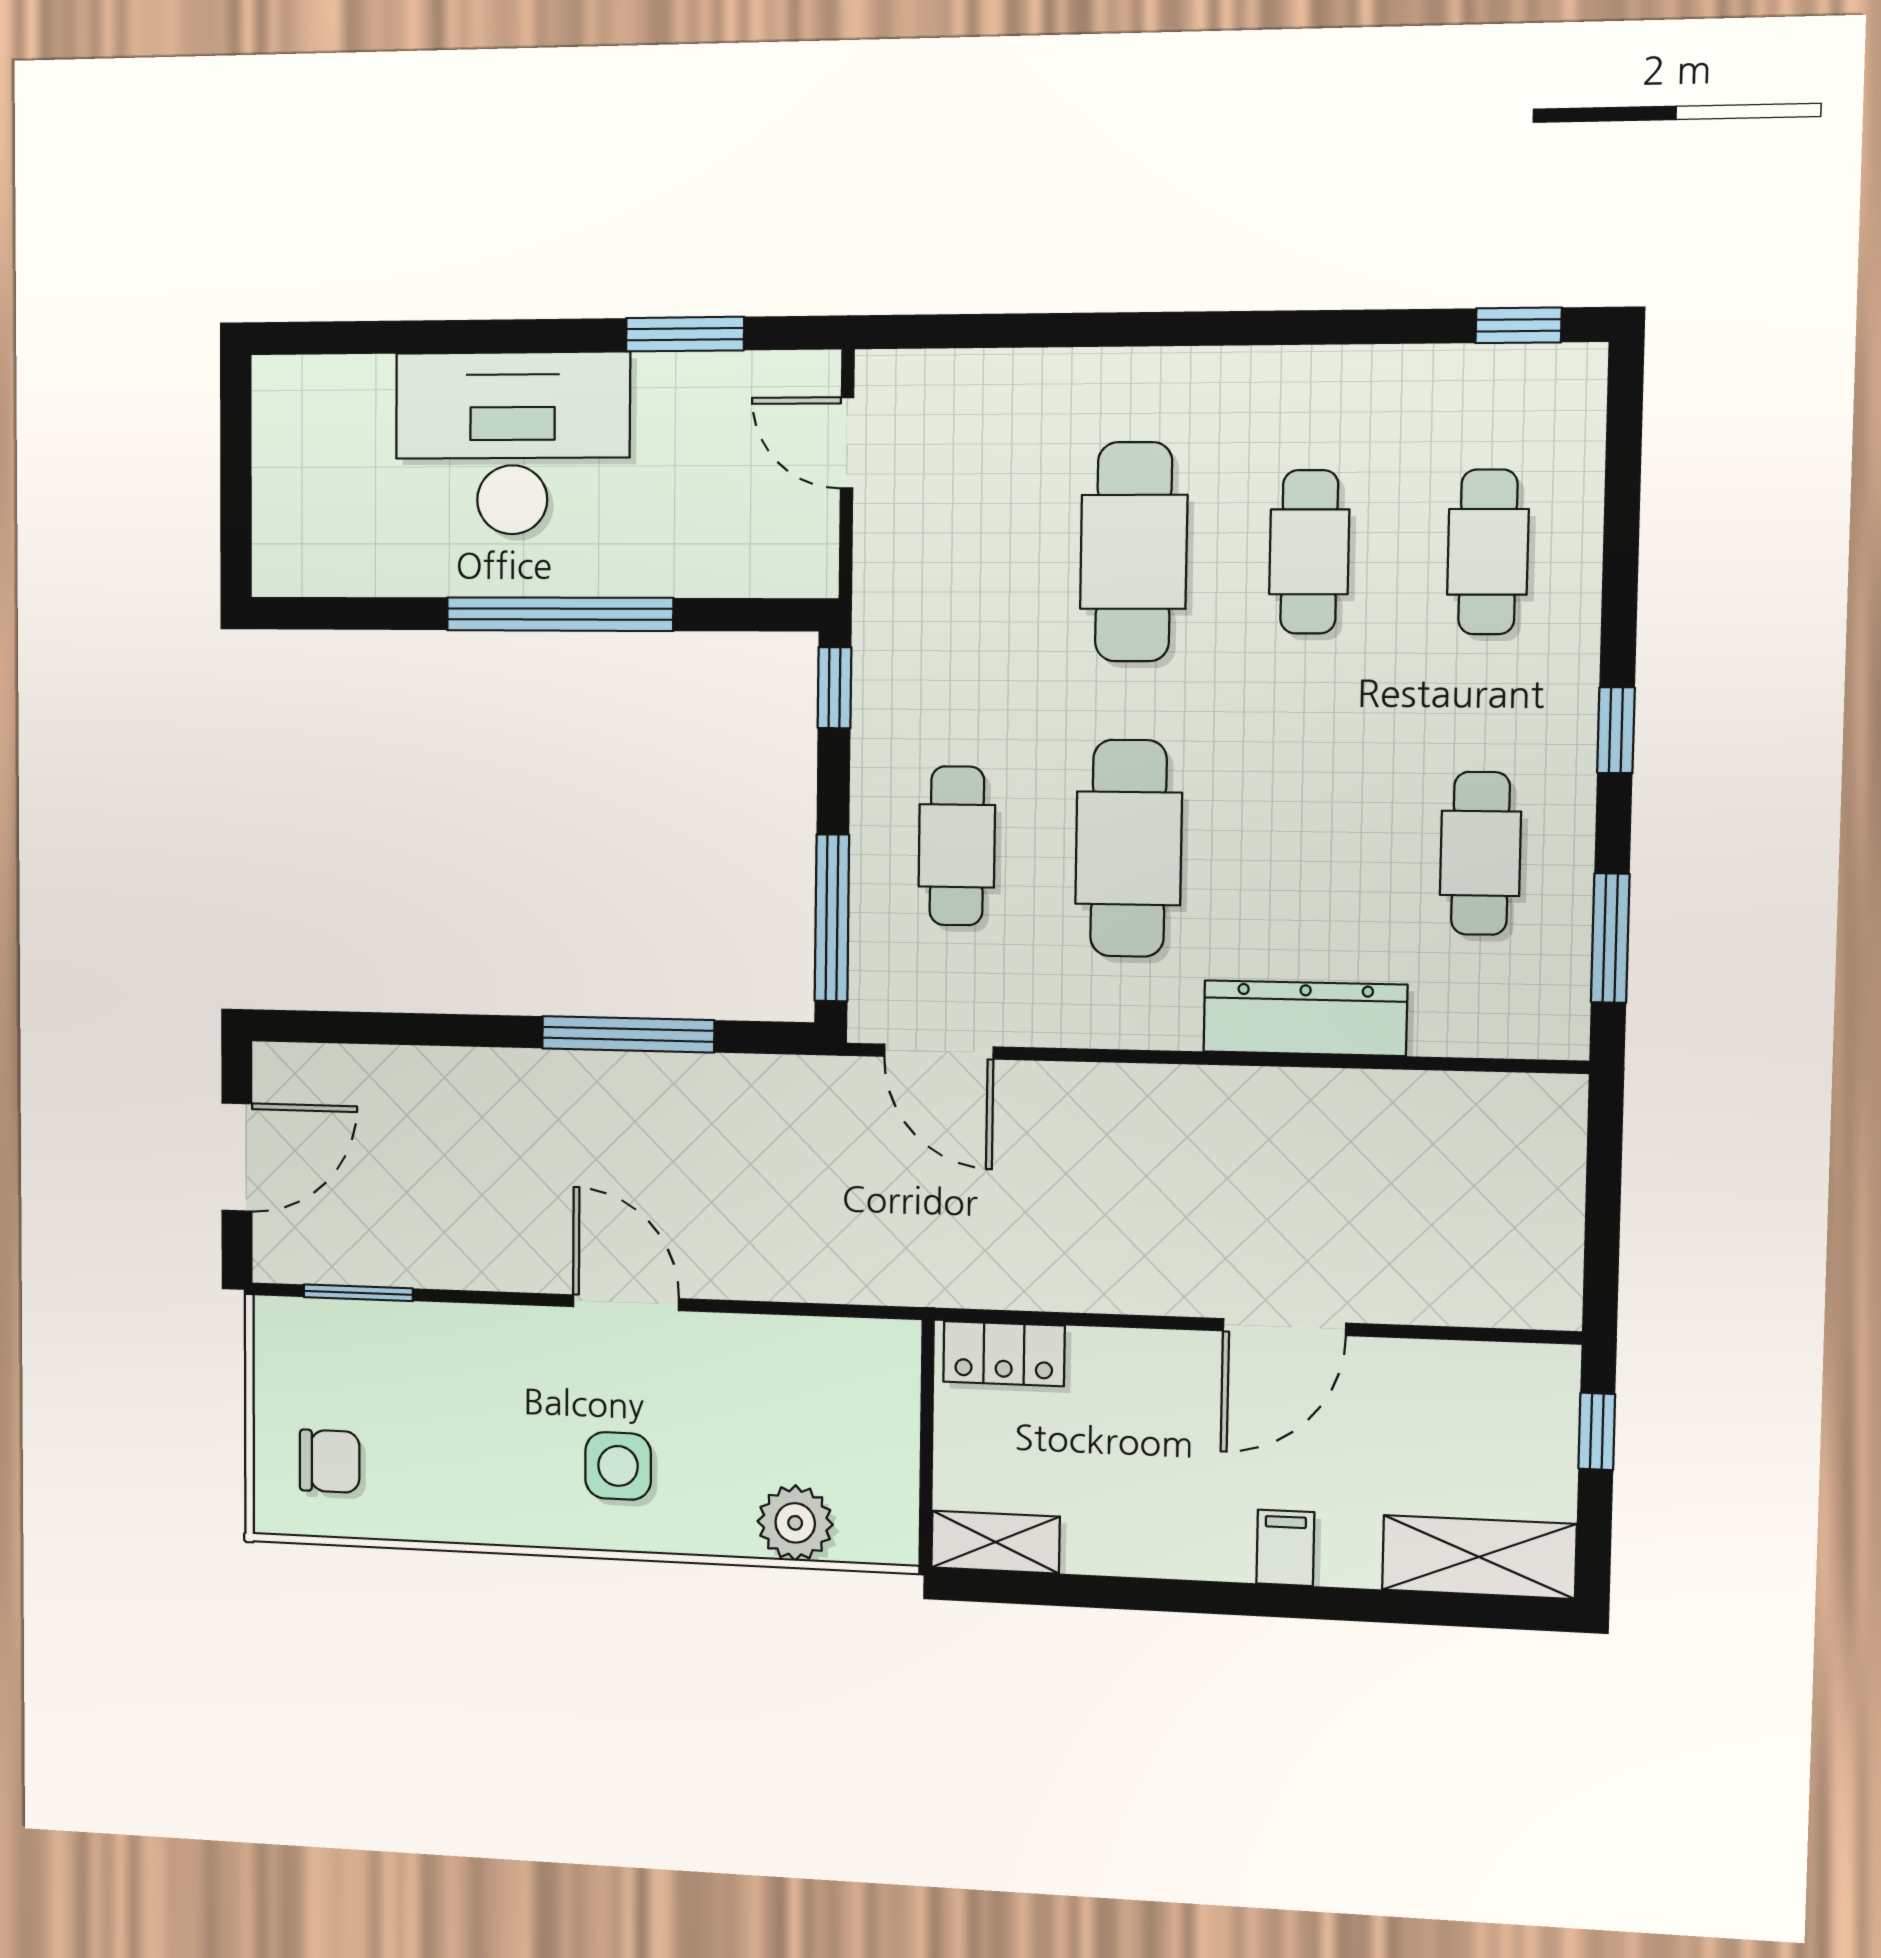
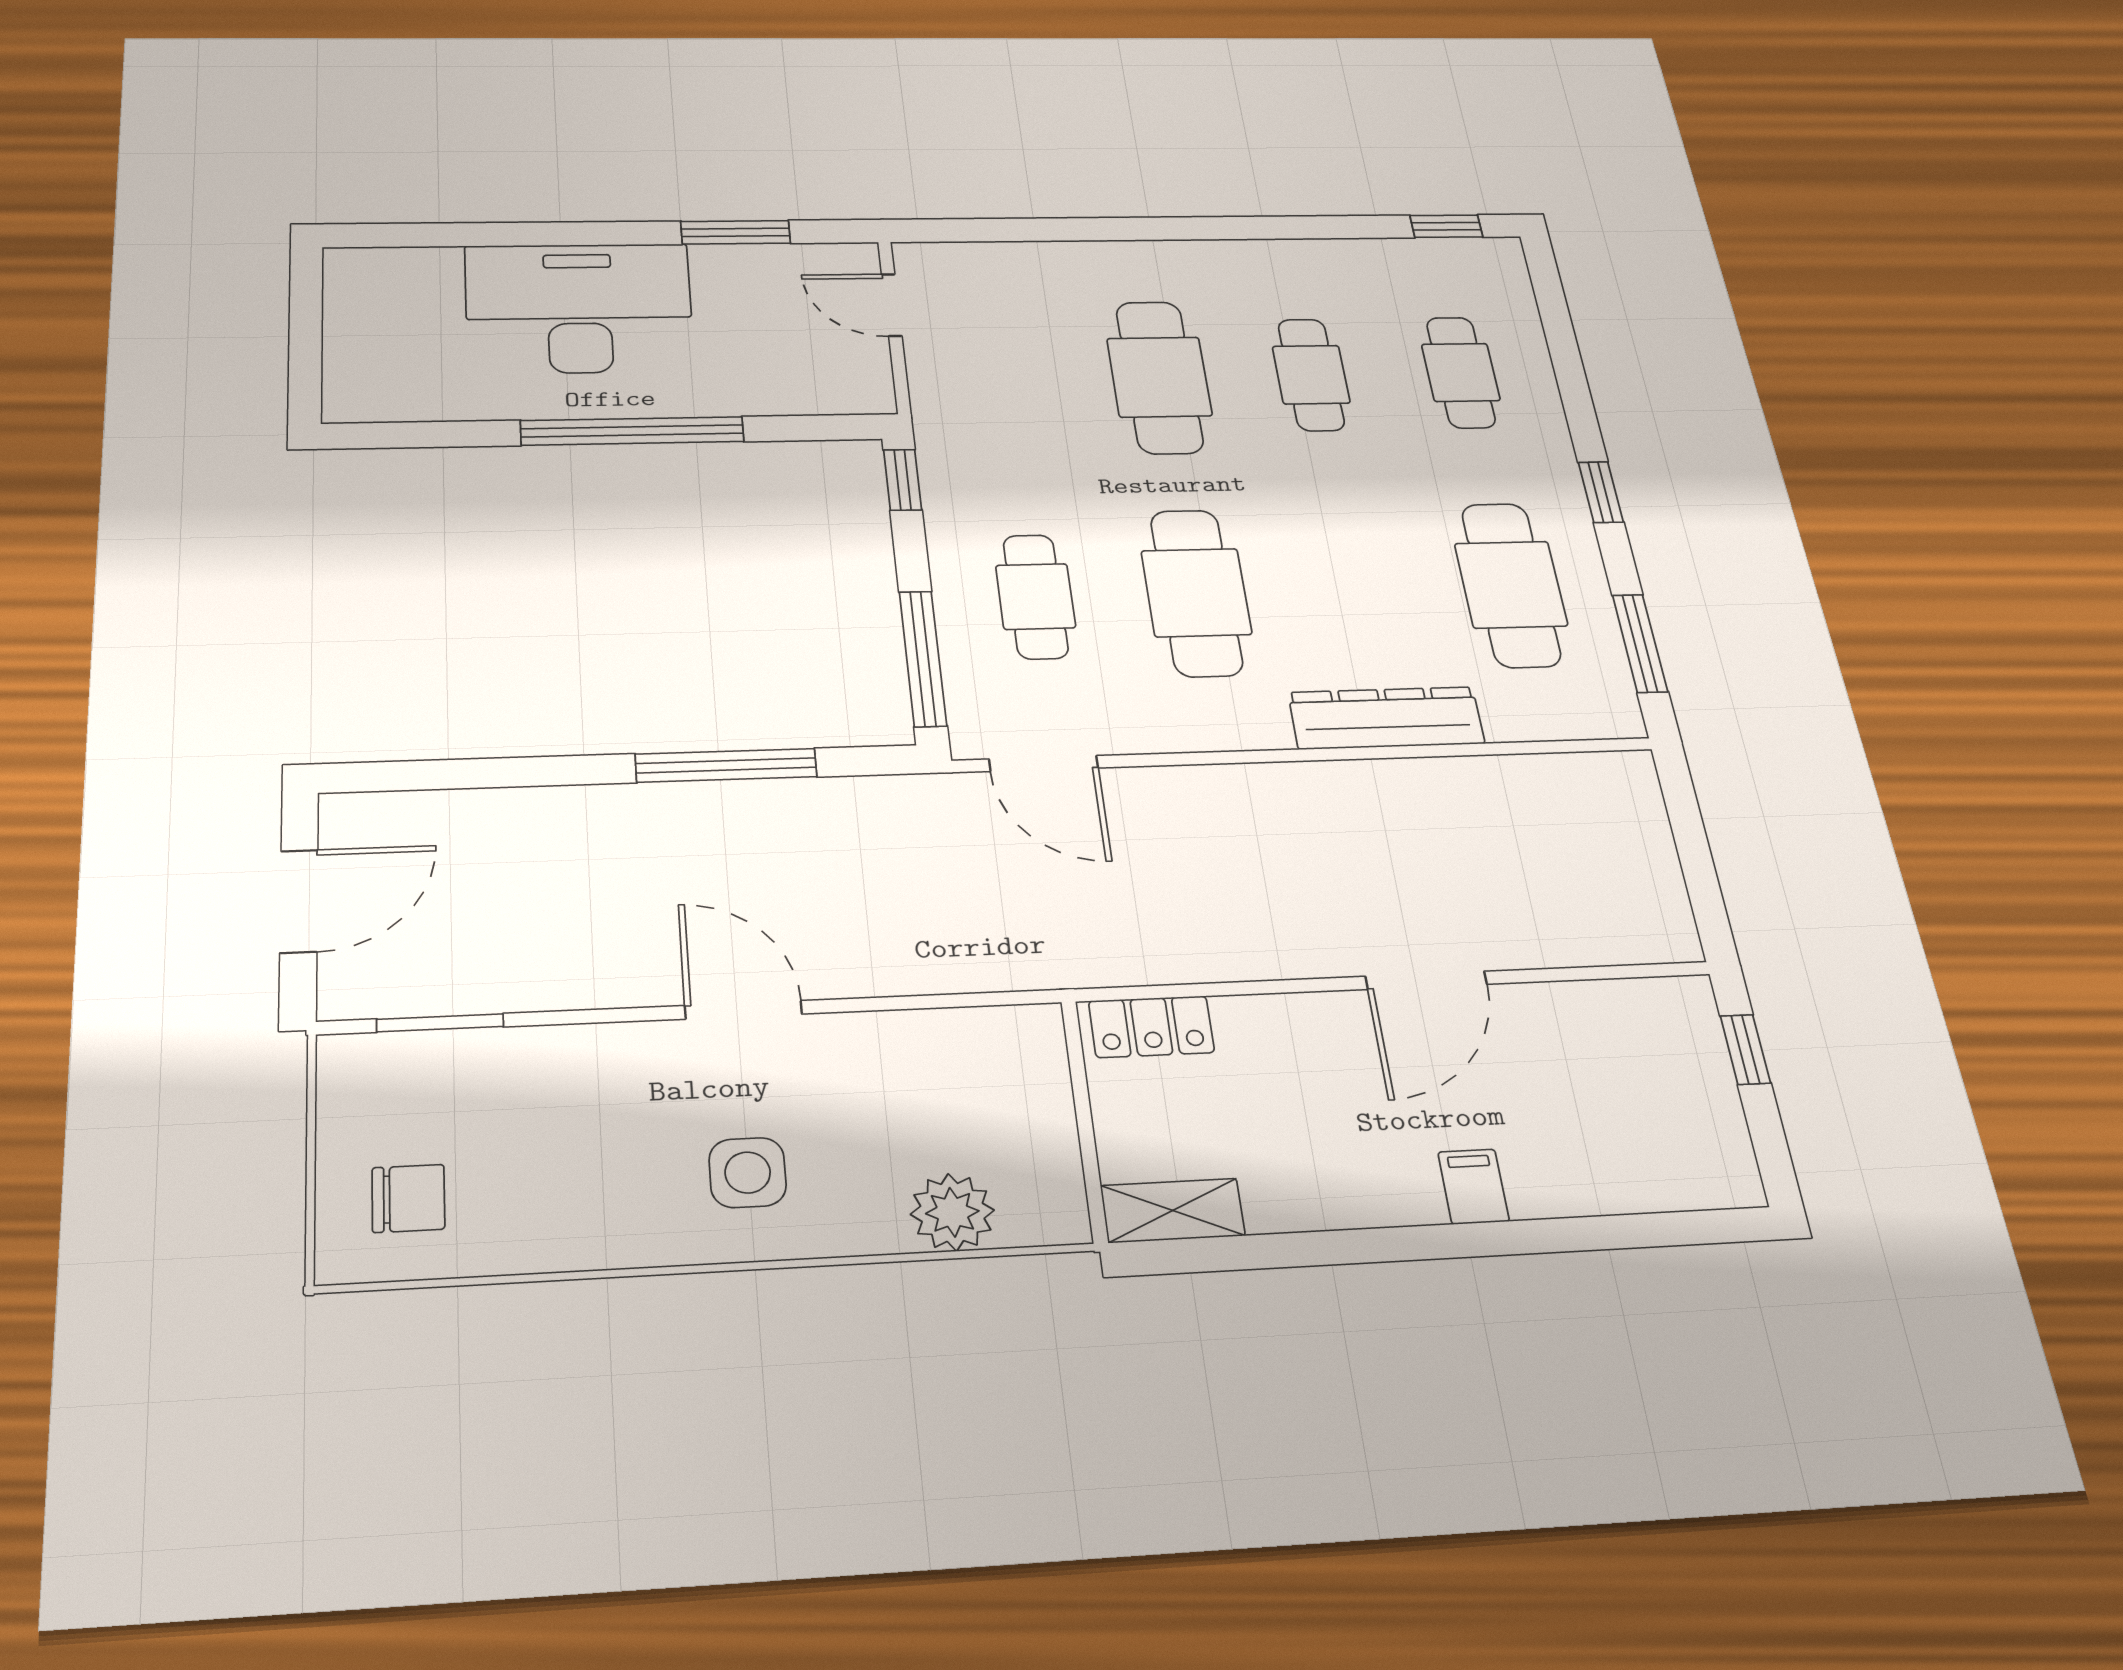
cafe table: (1480, 853) -> (1511, 585), width x1.37, depth x1.35
shelving: (1479, 1557) -> (1666, 1176), removed

